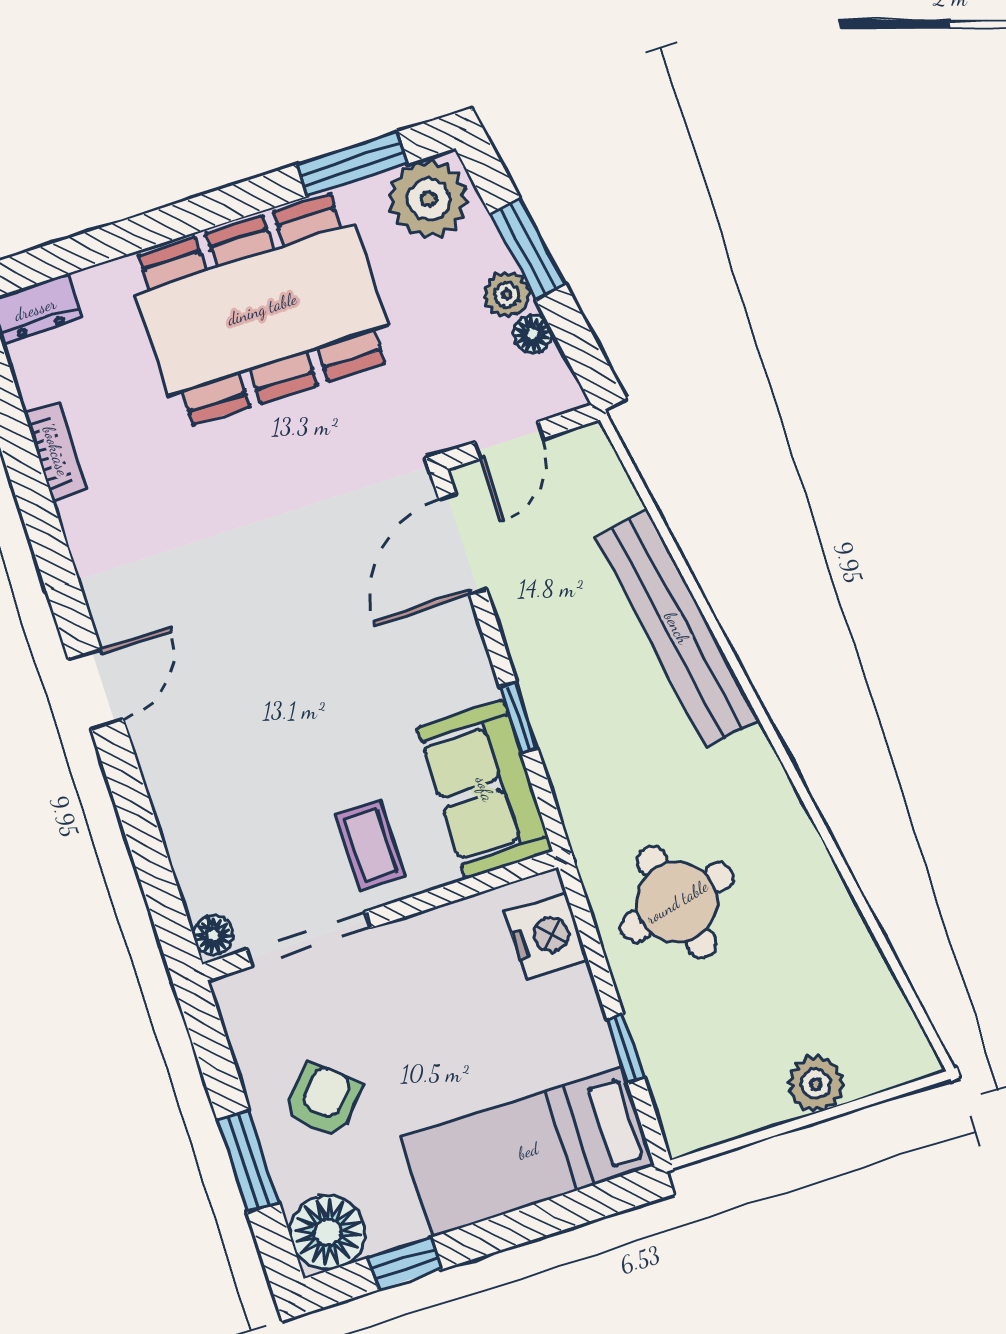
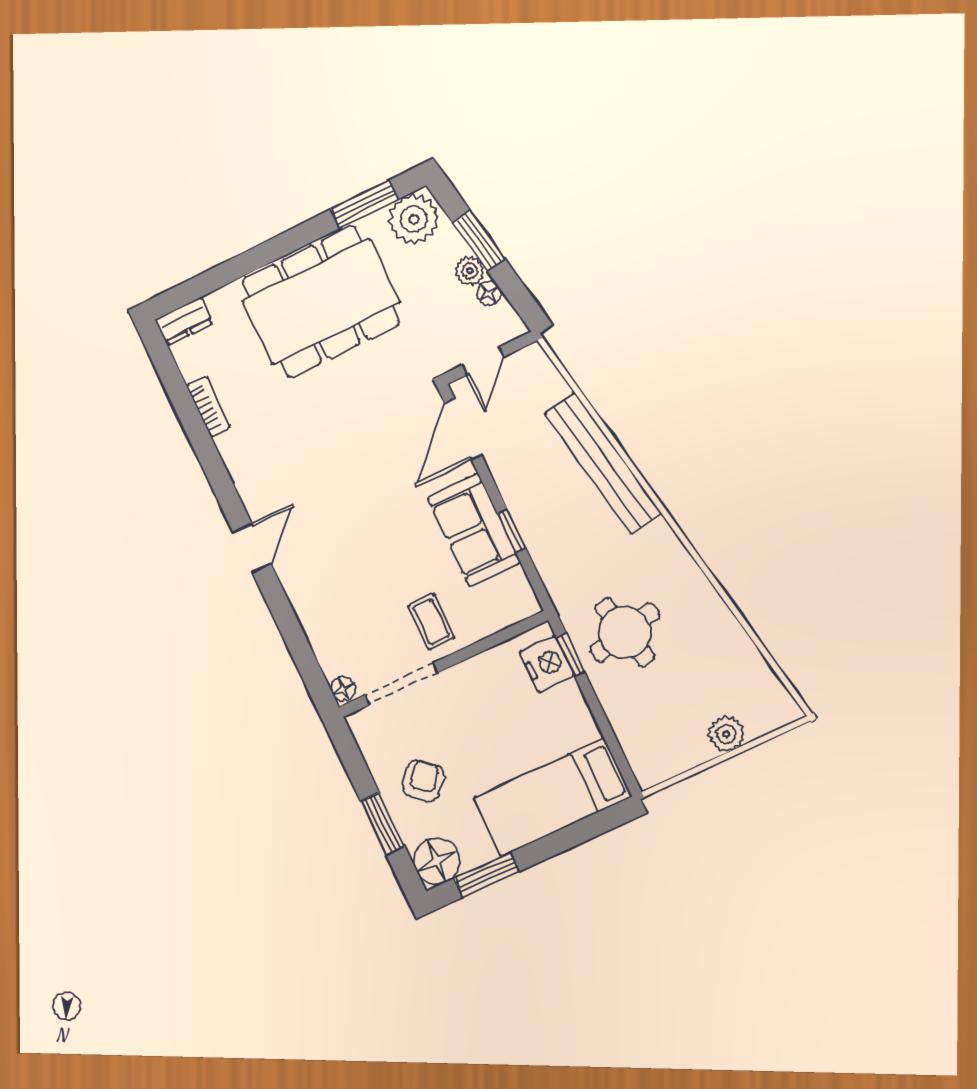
sofa: (485, 789) -> (474, 530), moved
window: (625, 1048) -> (571, 655), moved
window: (405, 1264) -> (486, 875), width x1.50

